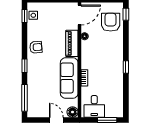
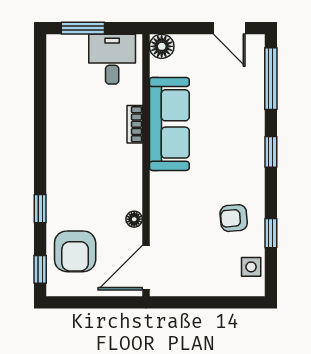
window: (25, 16) -> (271, 233), moved
piano: (72, 43) -> (163, 203), removed
armchair: (36, 47) -> (234, 218), moved
window: (126, 67) -> (40, 209), moved
door: (56, 120) -> (229, 28), moved

